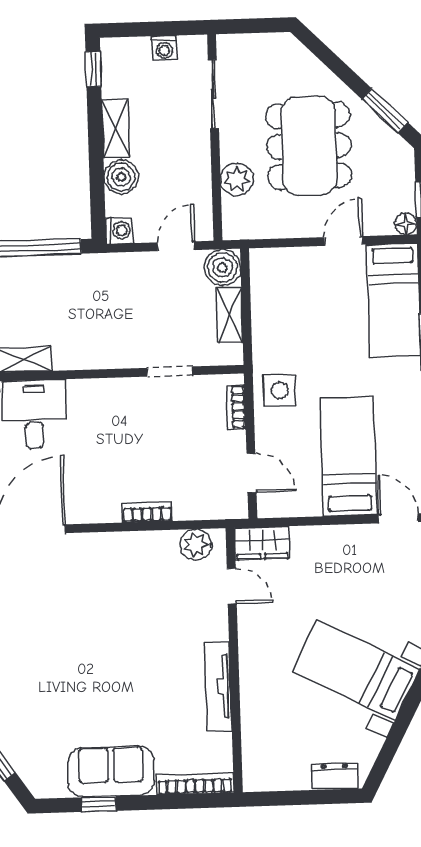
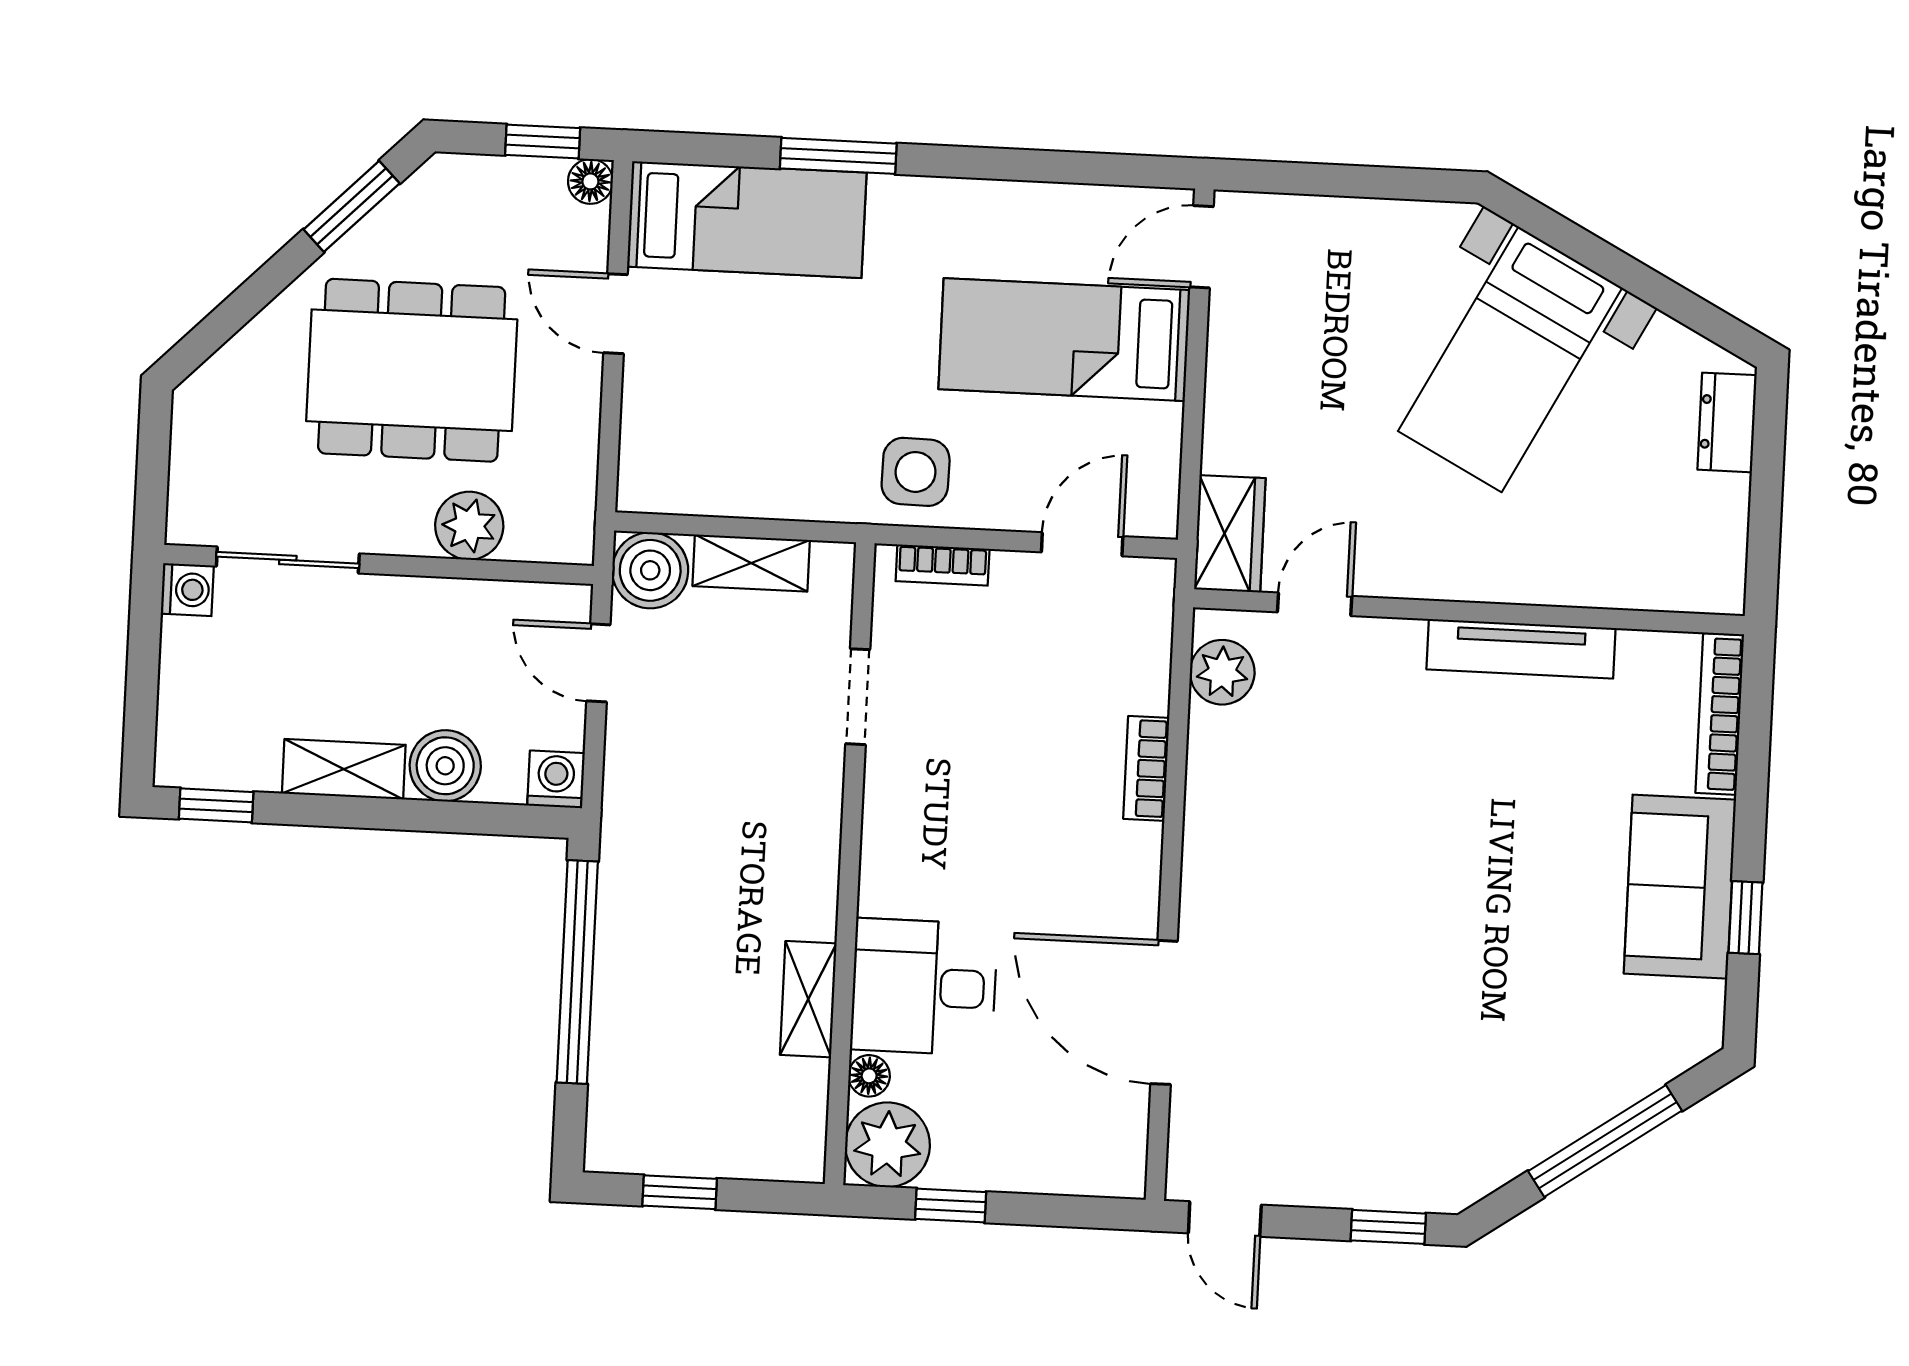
washing machine: (164, 48) -> (187, 590), moved

